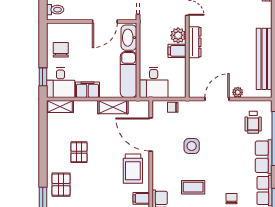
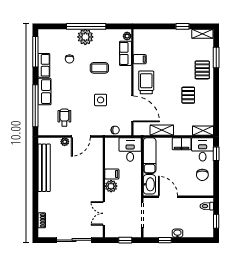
door: (105, 22) -> (168, 197), hinge flipped
dresser: (195, 42) -> (98, 181), removed
wheelchair: (253, 122) -> (64, 118), moved

